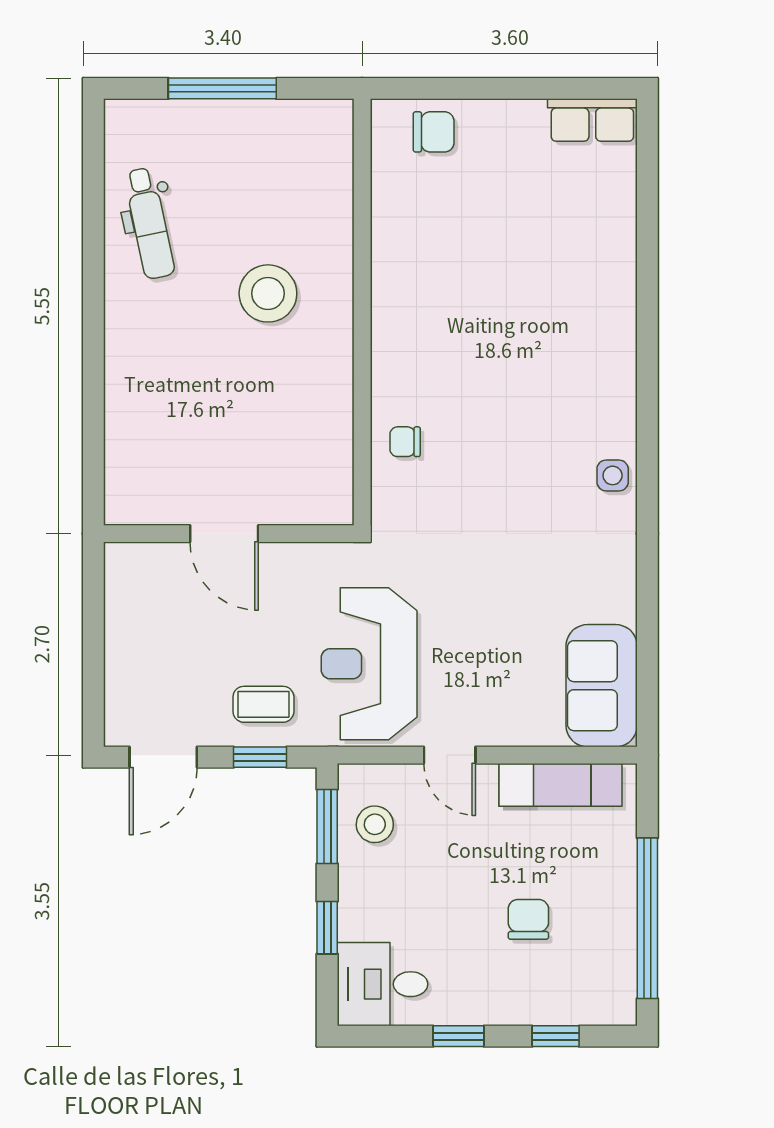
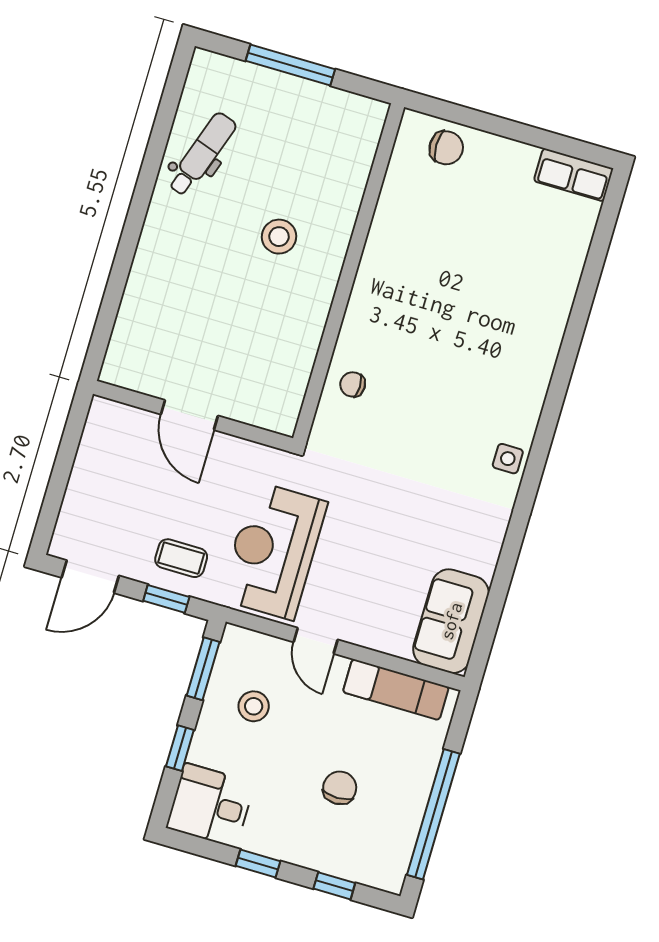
dental chair: (149, 223) -> (202, 154), turned -149
stool: (268, 293) -> (279, 237), width x0.73, depth x0.73
stool: (375, 824) -> (254, 706), moved

